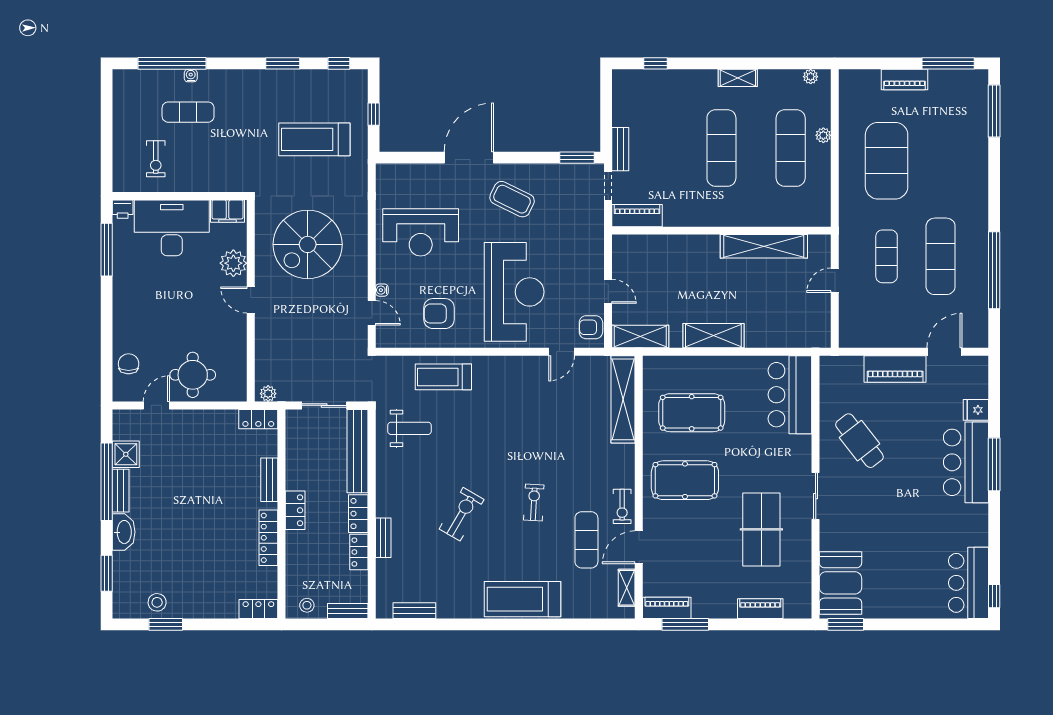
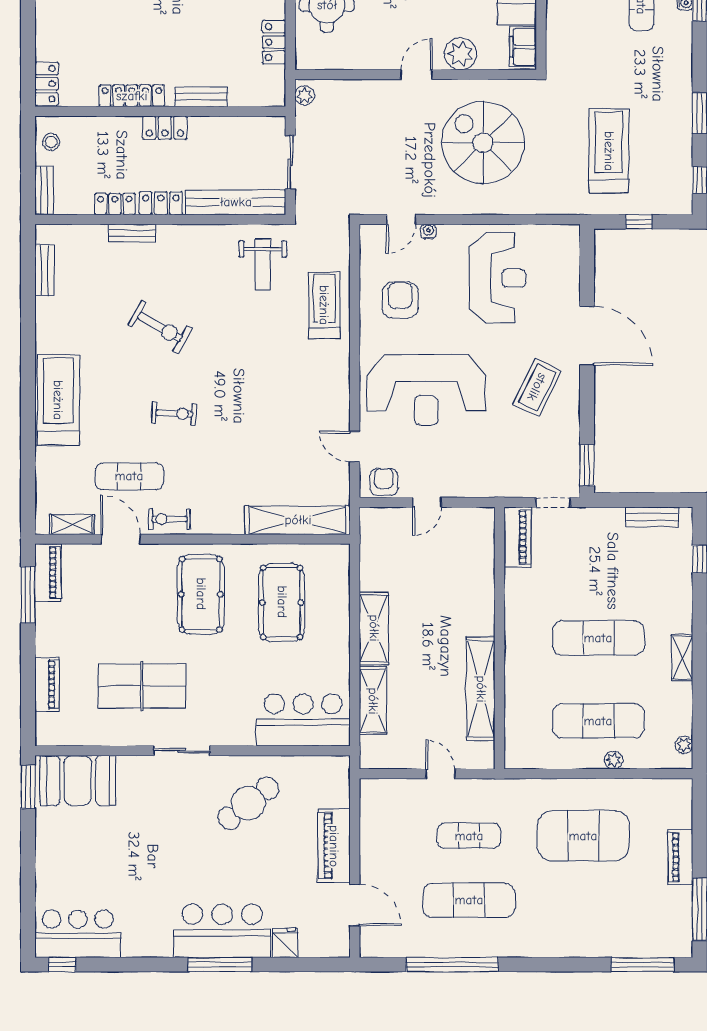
bench: (620, 149) -> (652, 517), moved
reception desk: (421, 232) -> (497, 278), turned 180
shelving: (640, 336) -> (373, 701), moved
locker: (258, 419) -> (274, 42), moved

